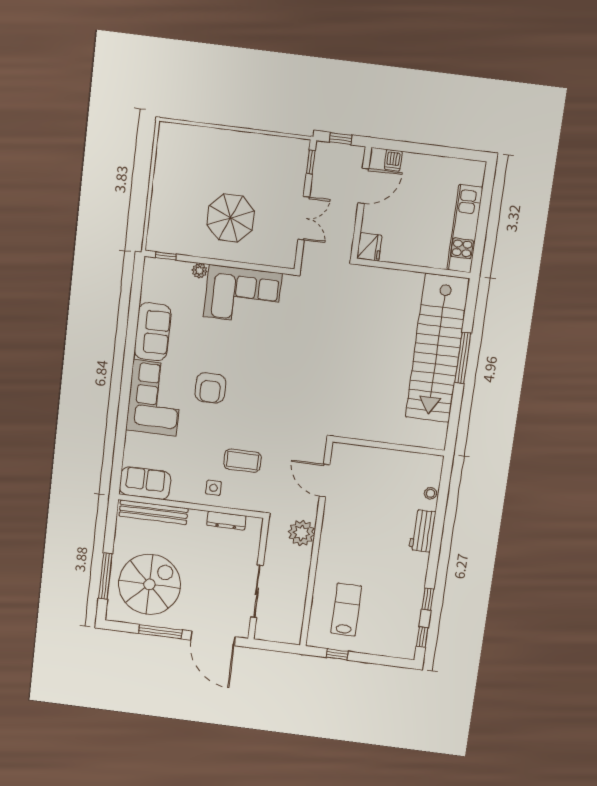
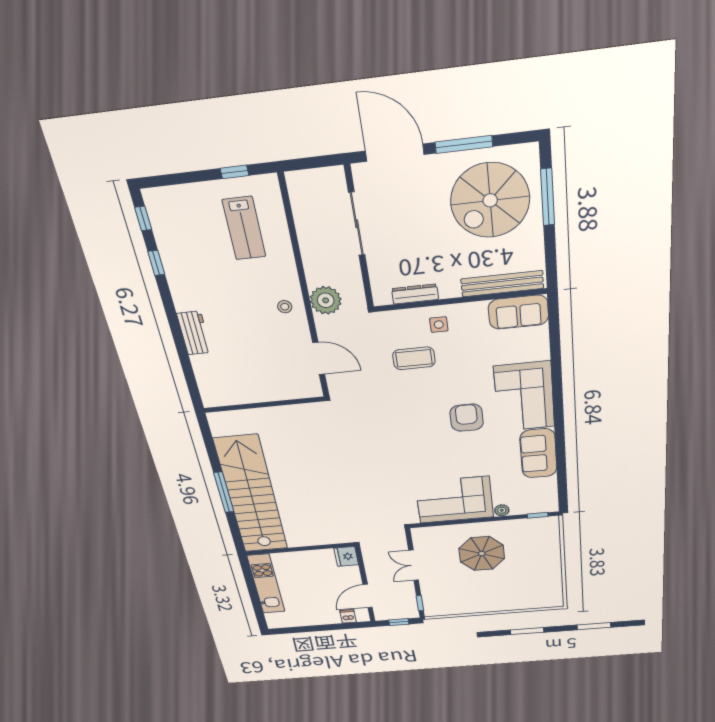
stool: (431, 493) -> (285, 307), moved

